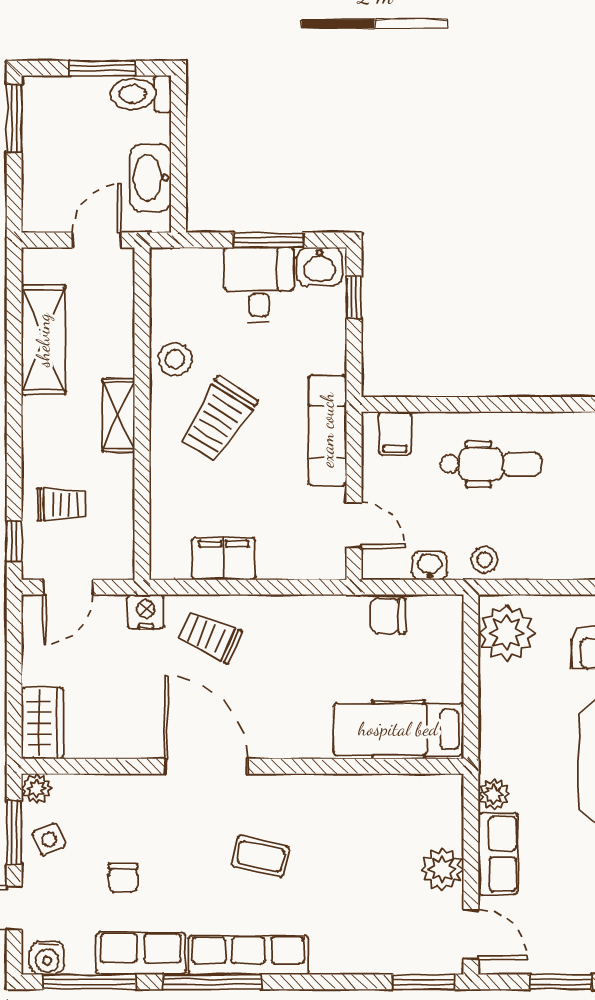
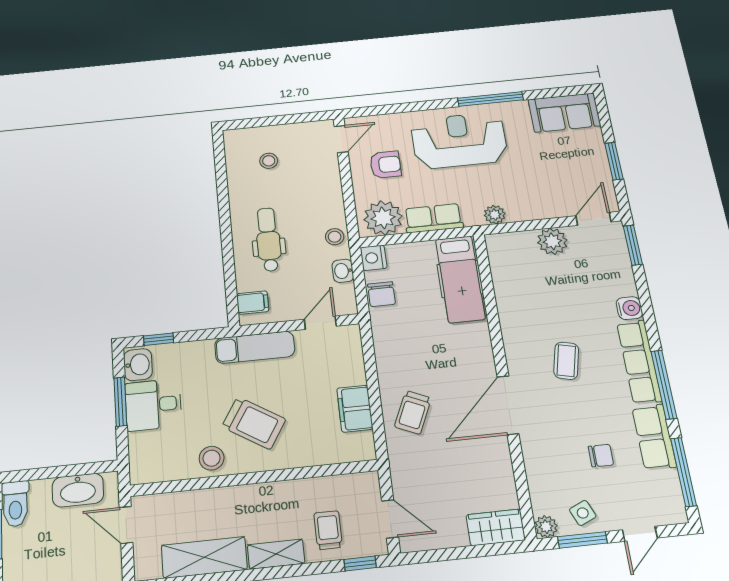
shelving: (118, 415) -> (276, 554), moved
nightstand: (146, 612) -> (374, 258), moved
row of seats: (498, 854) -> (433, 218), moved
water cooler: (47, 958) -> (629, 308), moved

